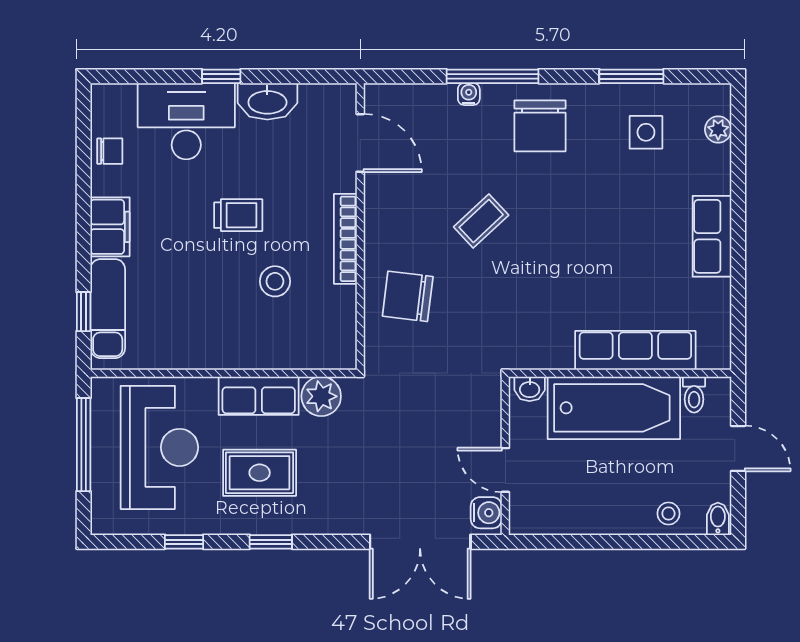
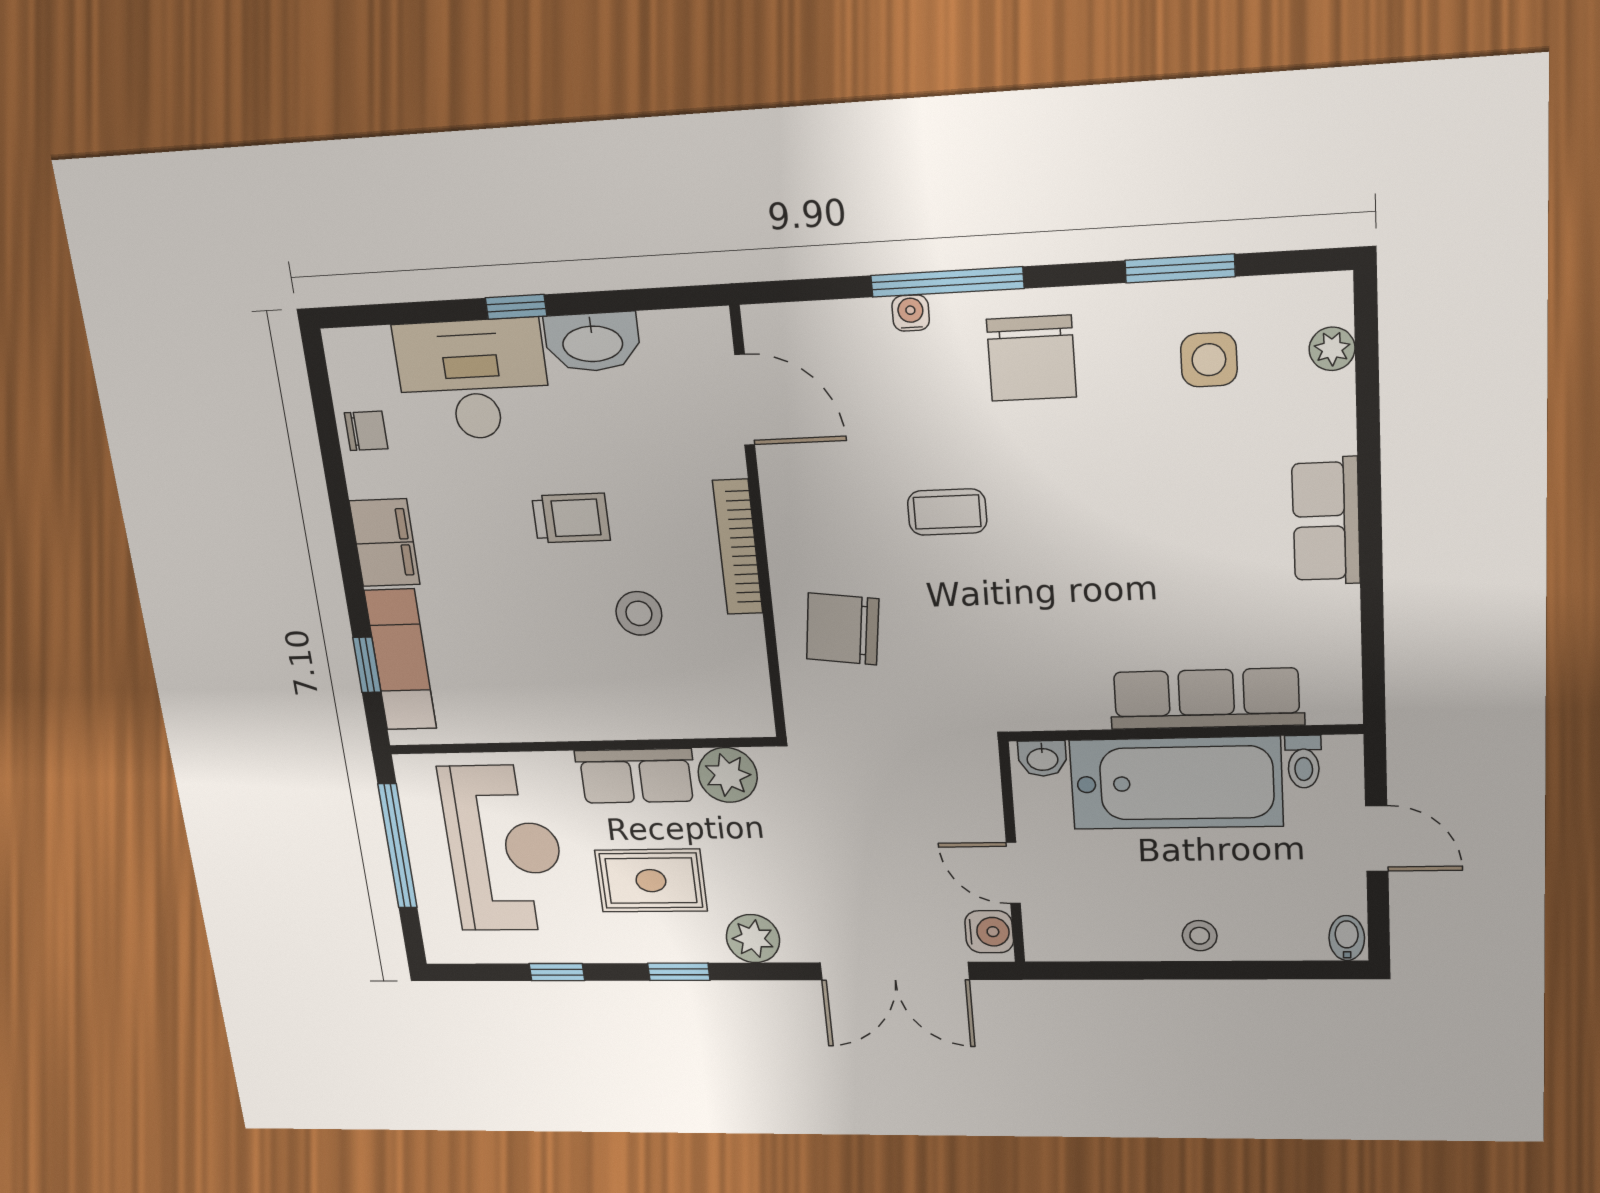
coffee table: (481, 221) -> (947, 512), turned 43
stool: (668, 514) -> (1200, 936), moved
plant: (325, 517) -> (753, 939), added

